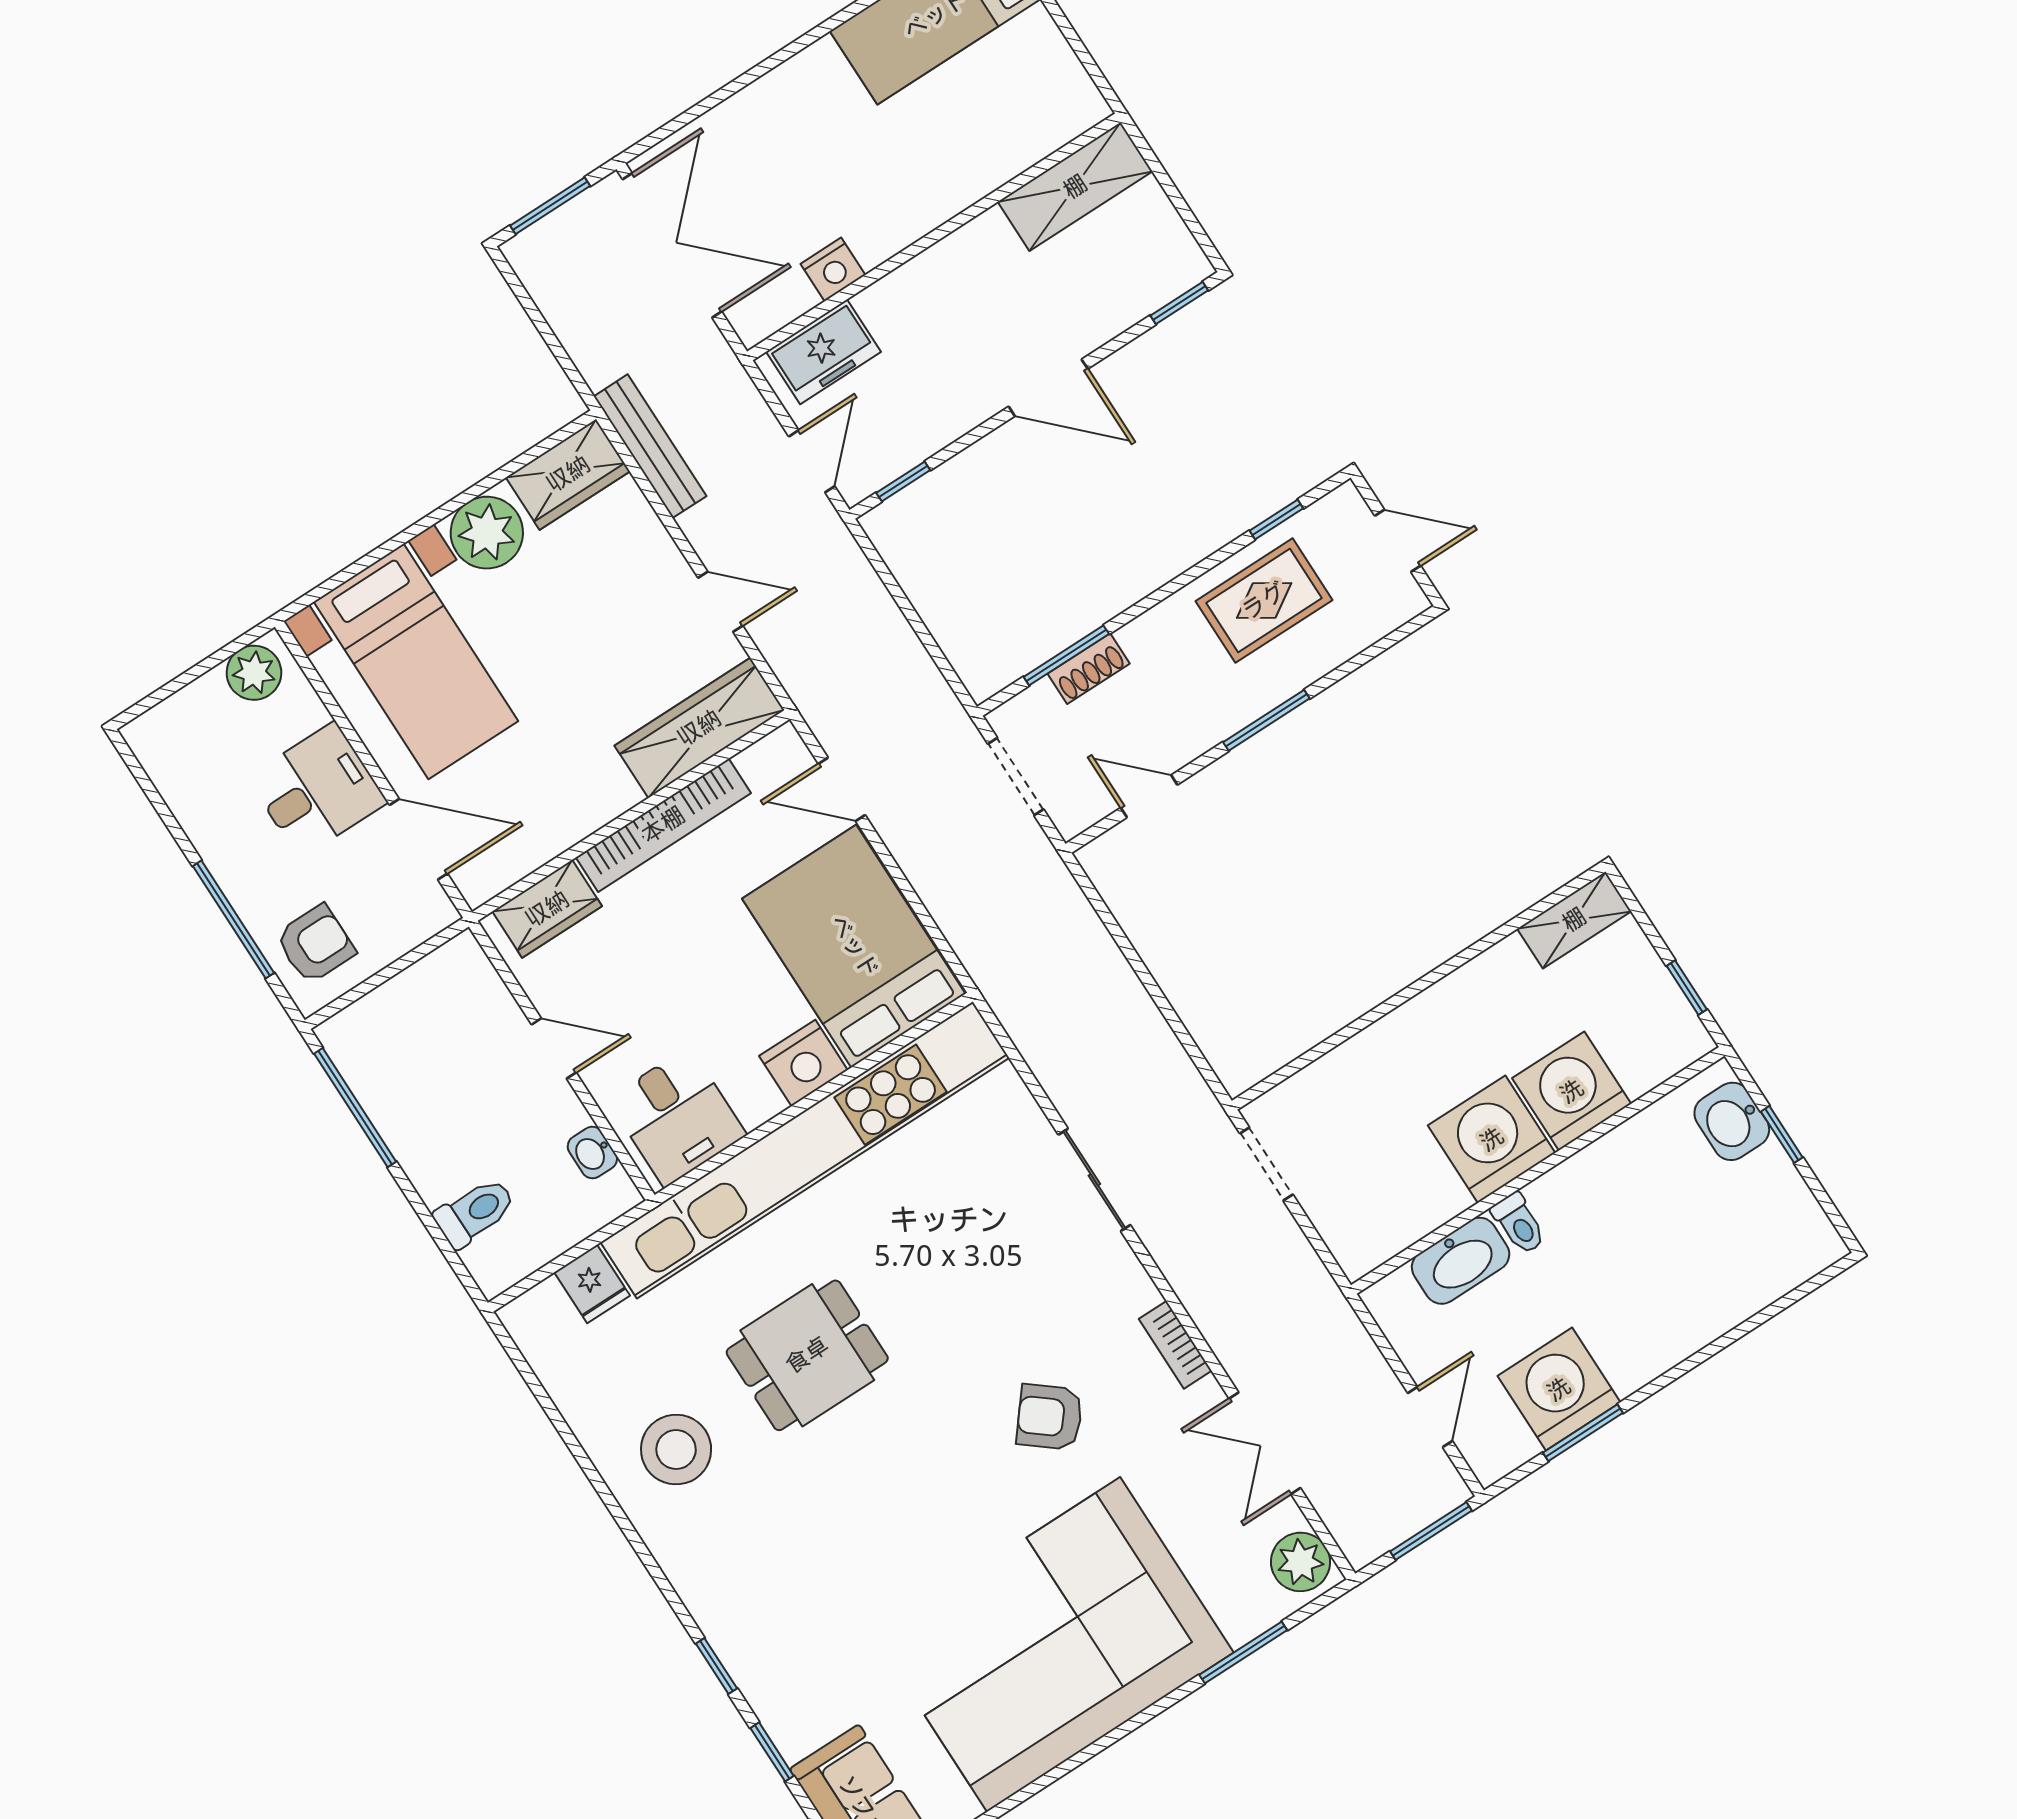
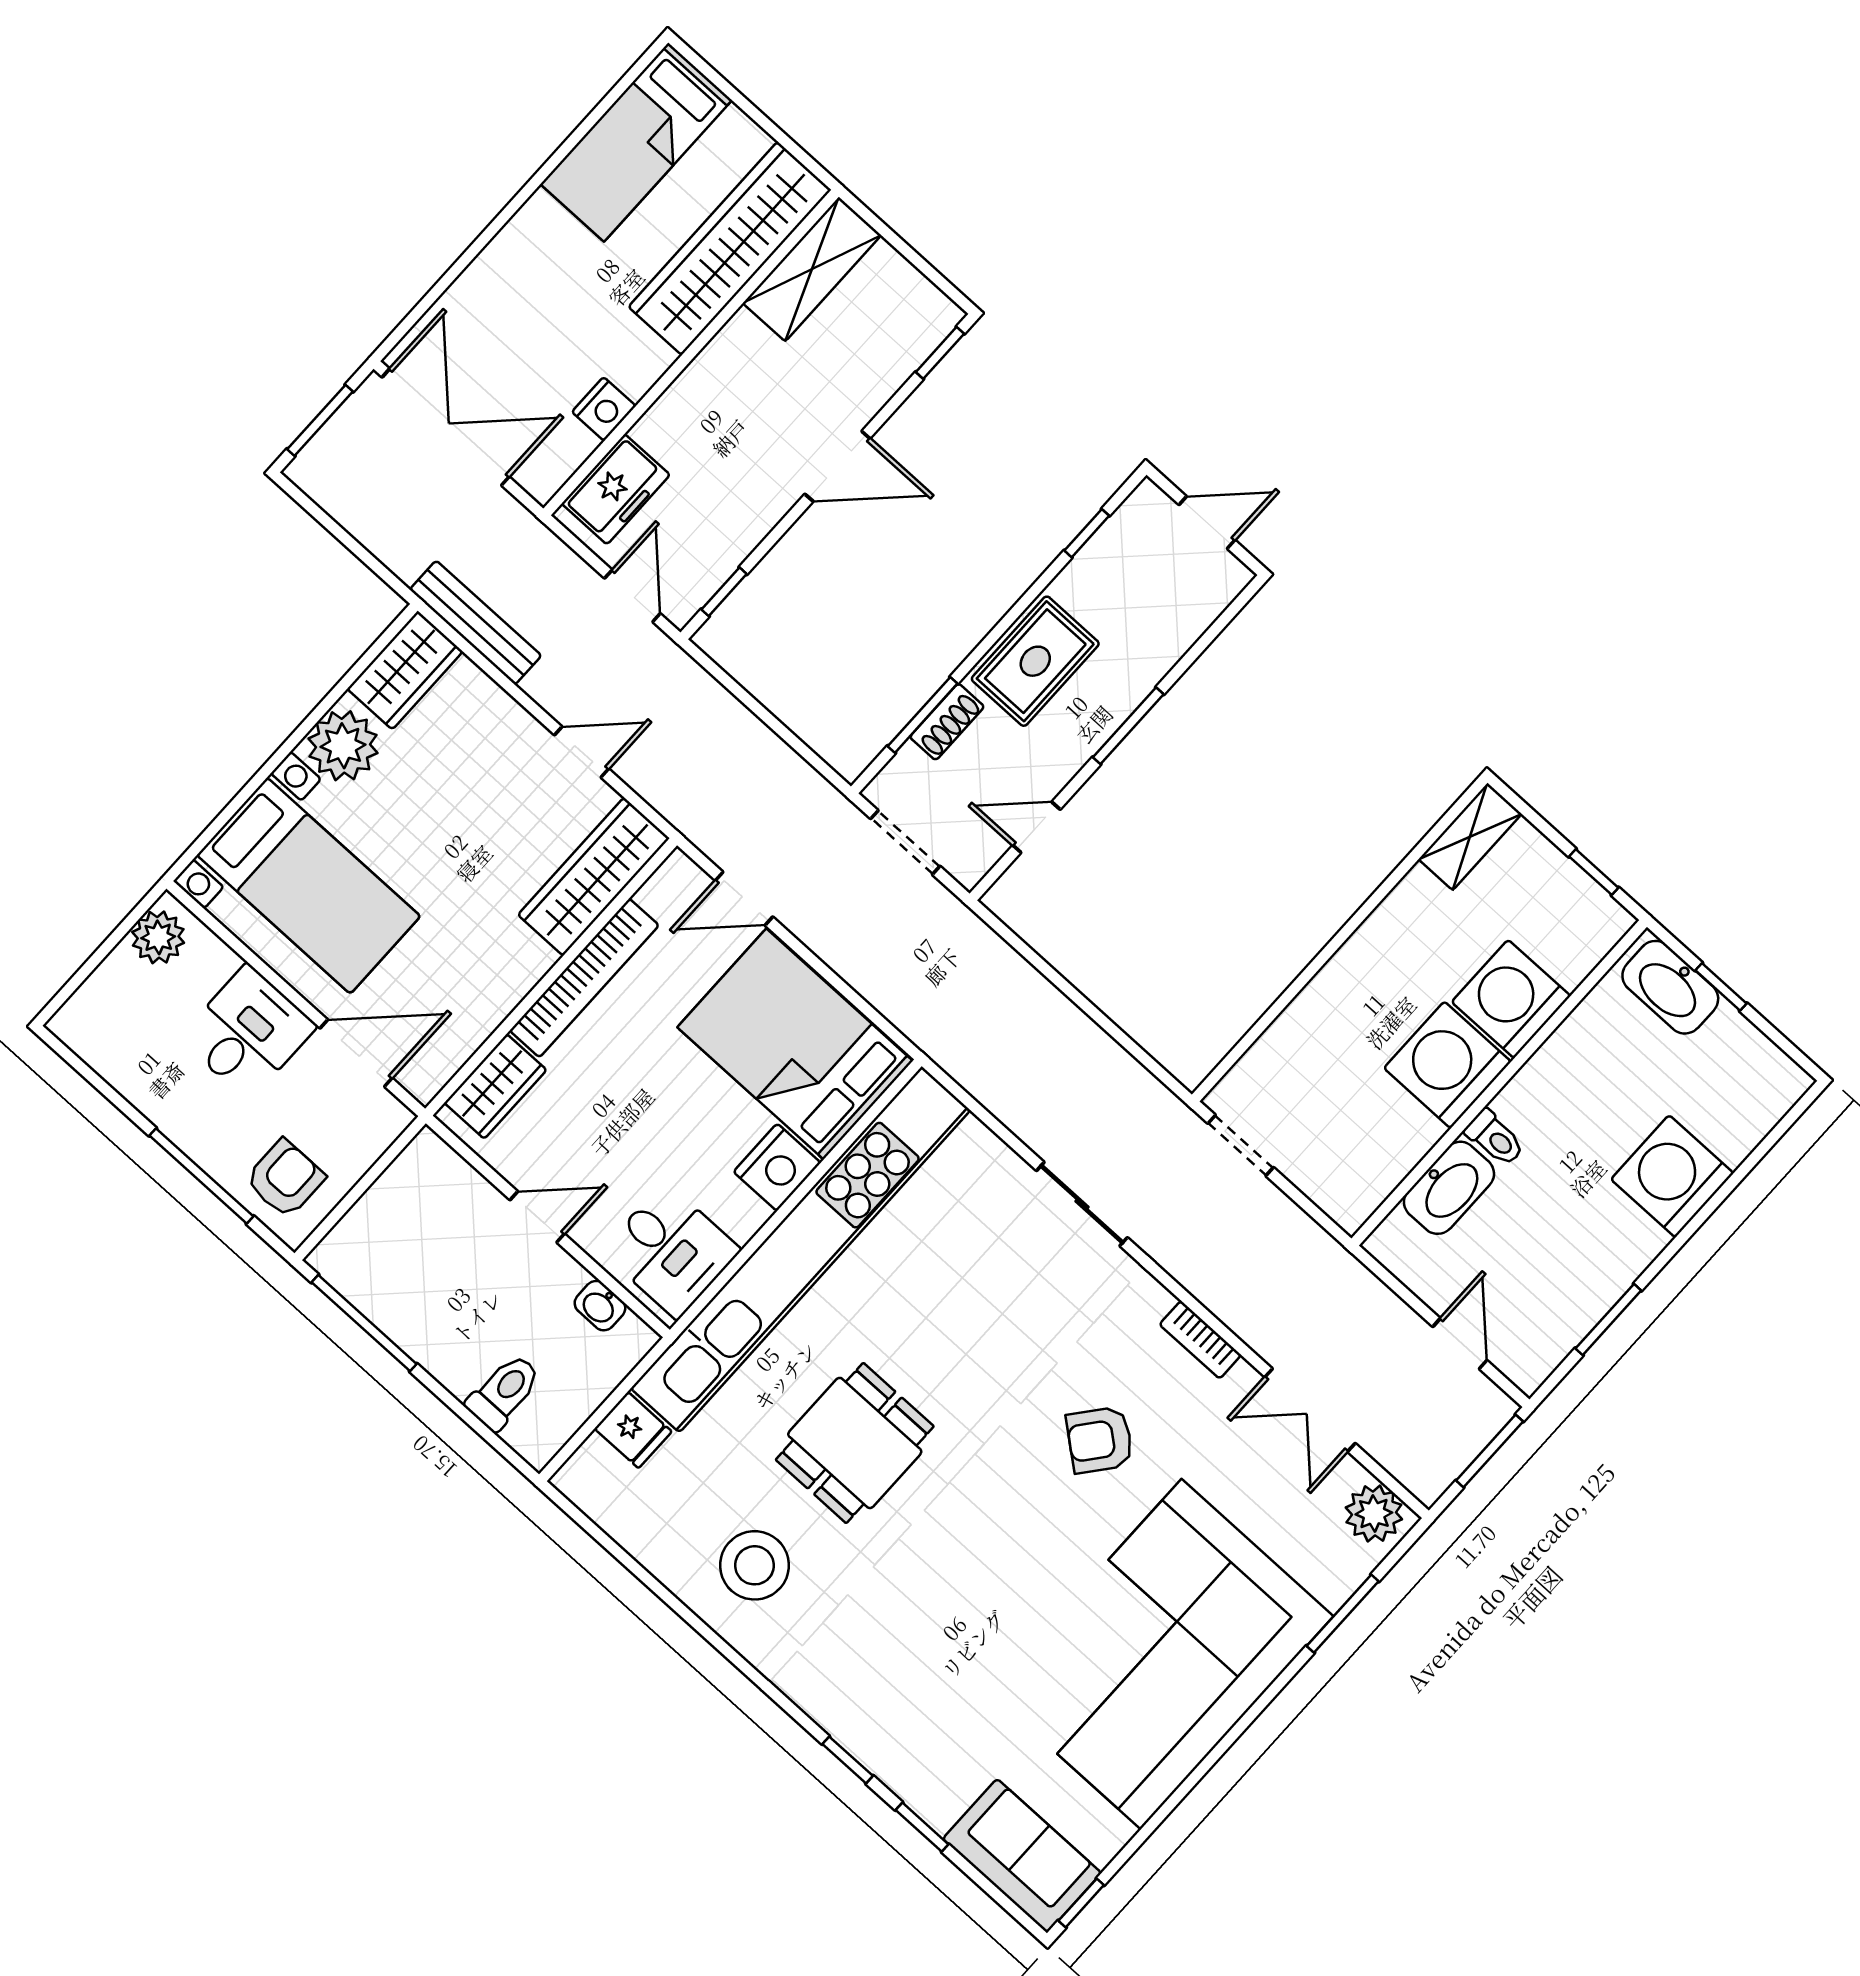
wardrobe: (1000, 144) -> (730, 248), added
rug: (1264, 601) -> (1035, 661), moved
washbasin: (1732, 1121) -> (1670, 987), width x1.38
washing machine: (1559, 1389) -> (1672, 1176), moved

